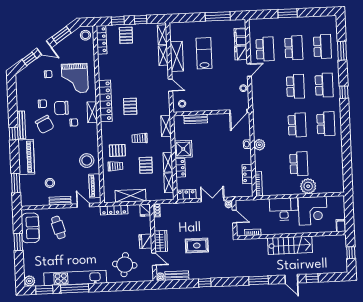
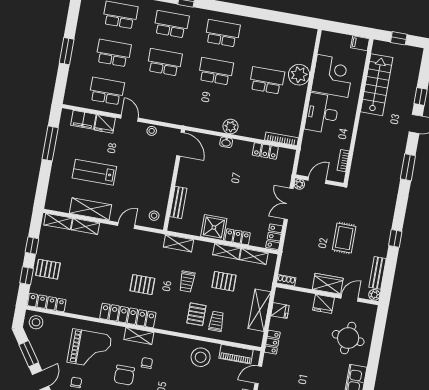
locker: (114, 210) -> (272, 342), width x0.66
fridge: (145, 210) -> (280, 311), moved
stairs: (290, 245) -> (377, 85), moved

